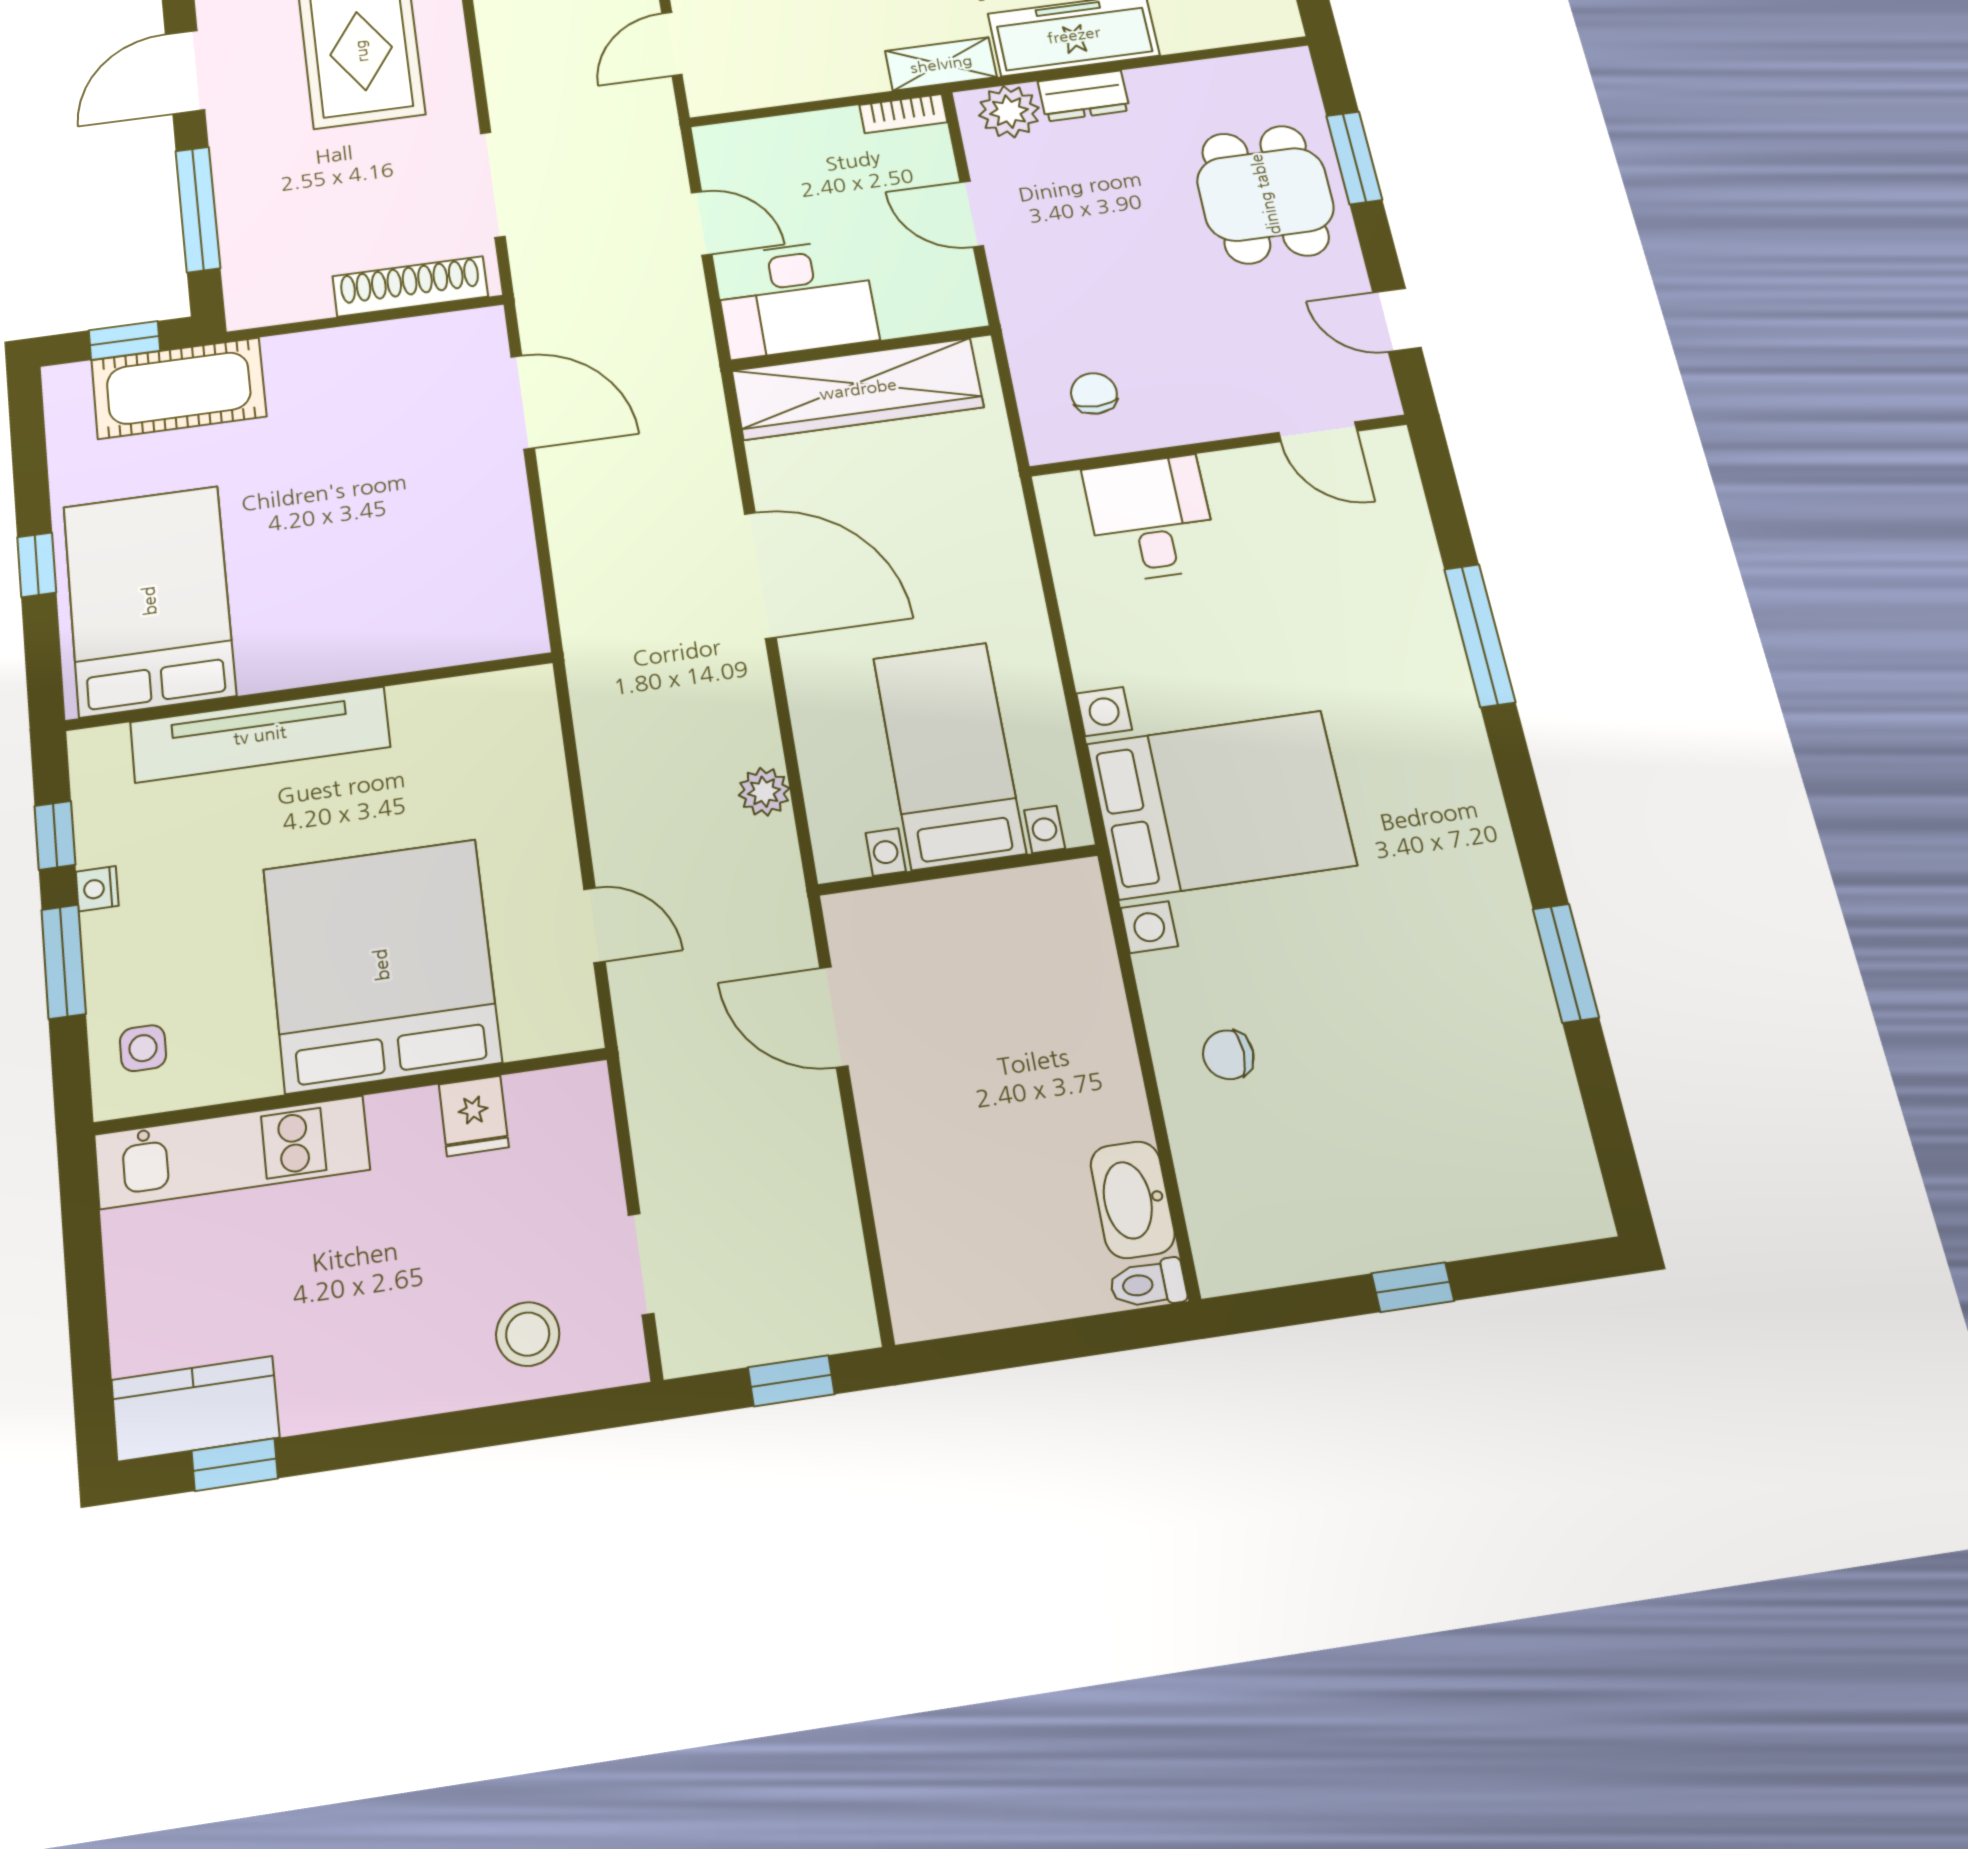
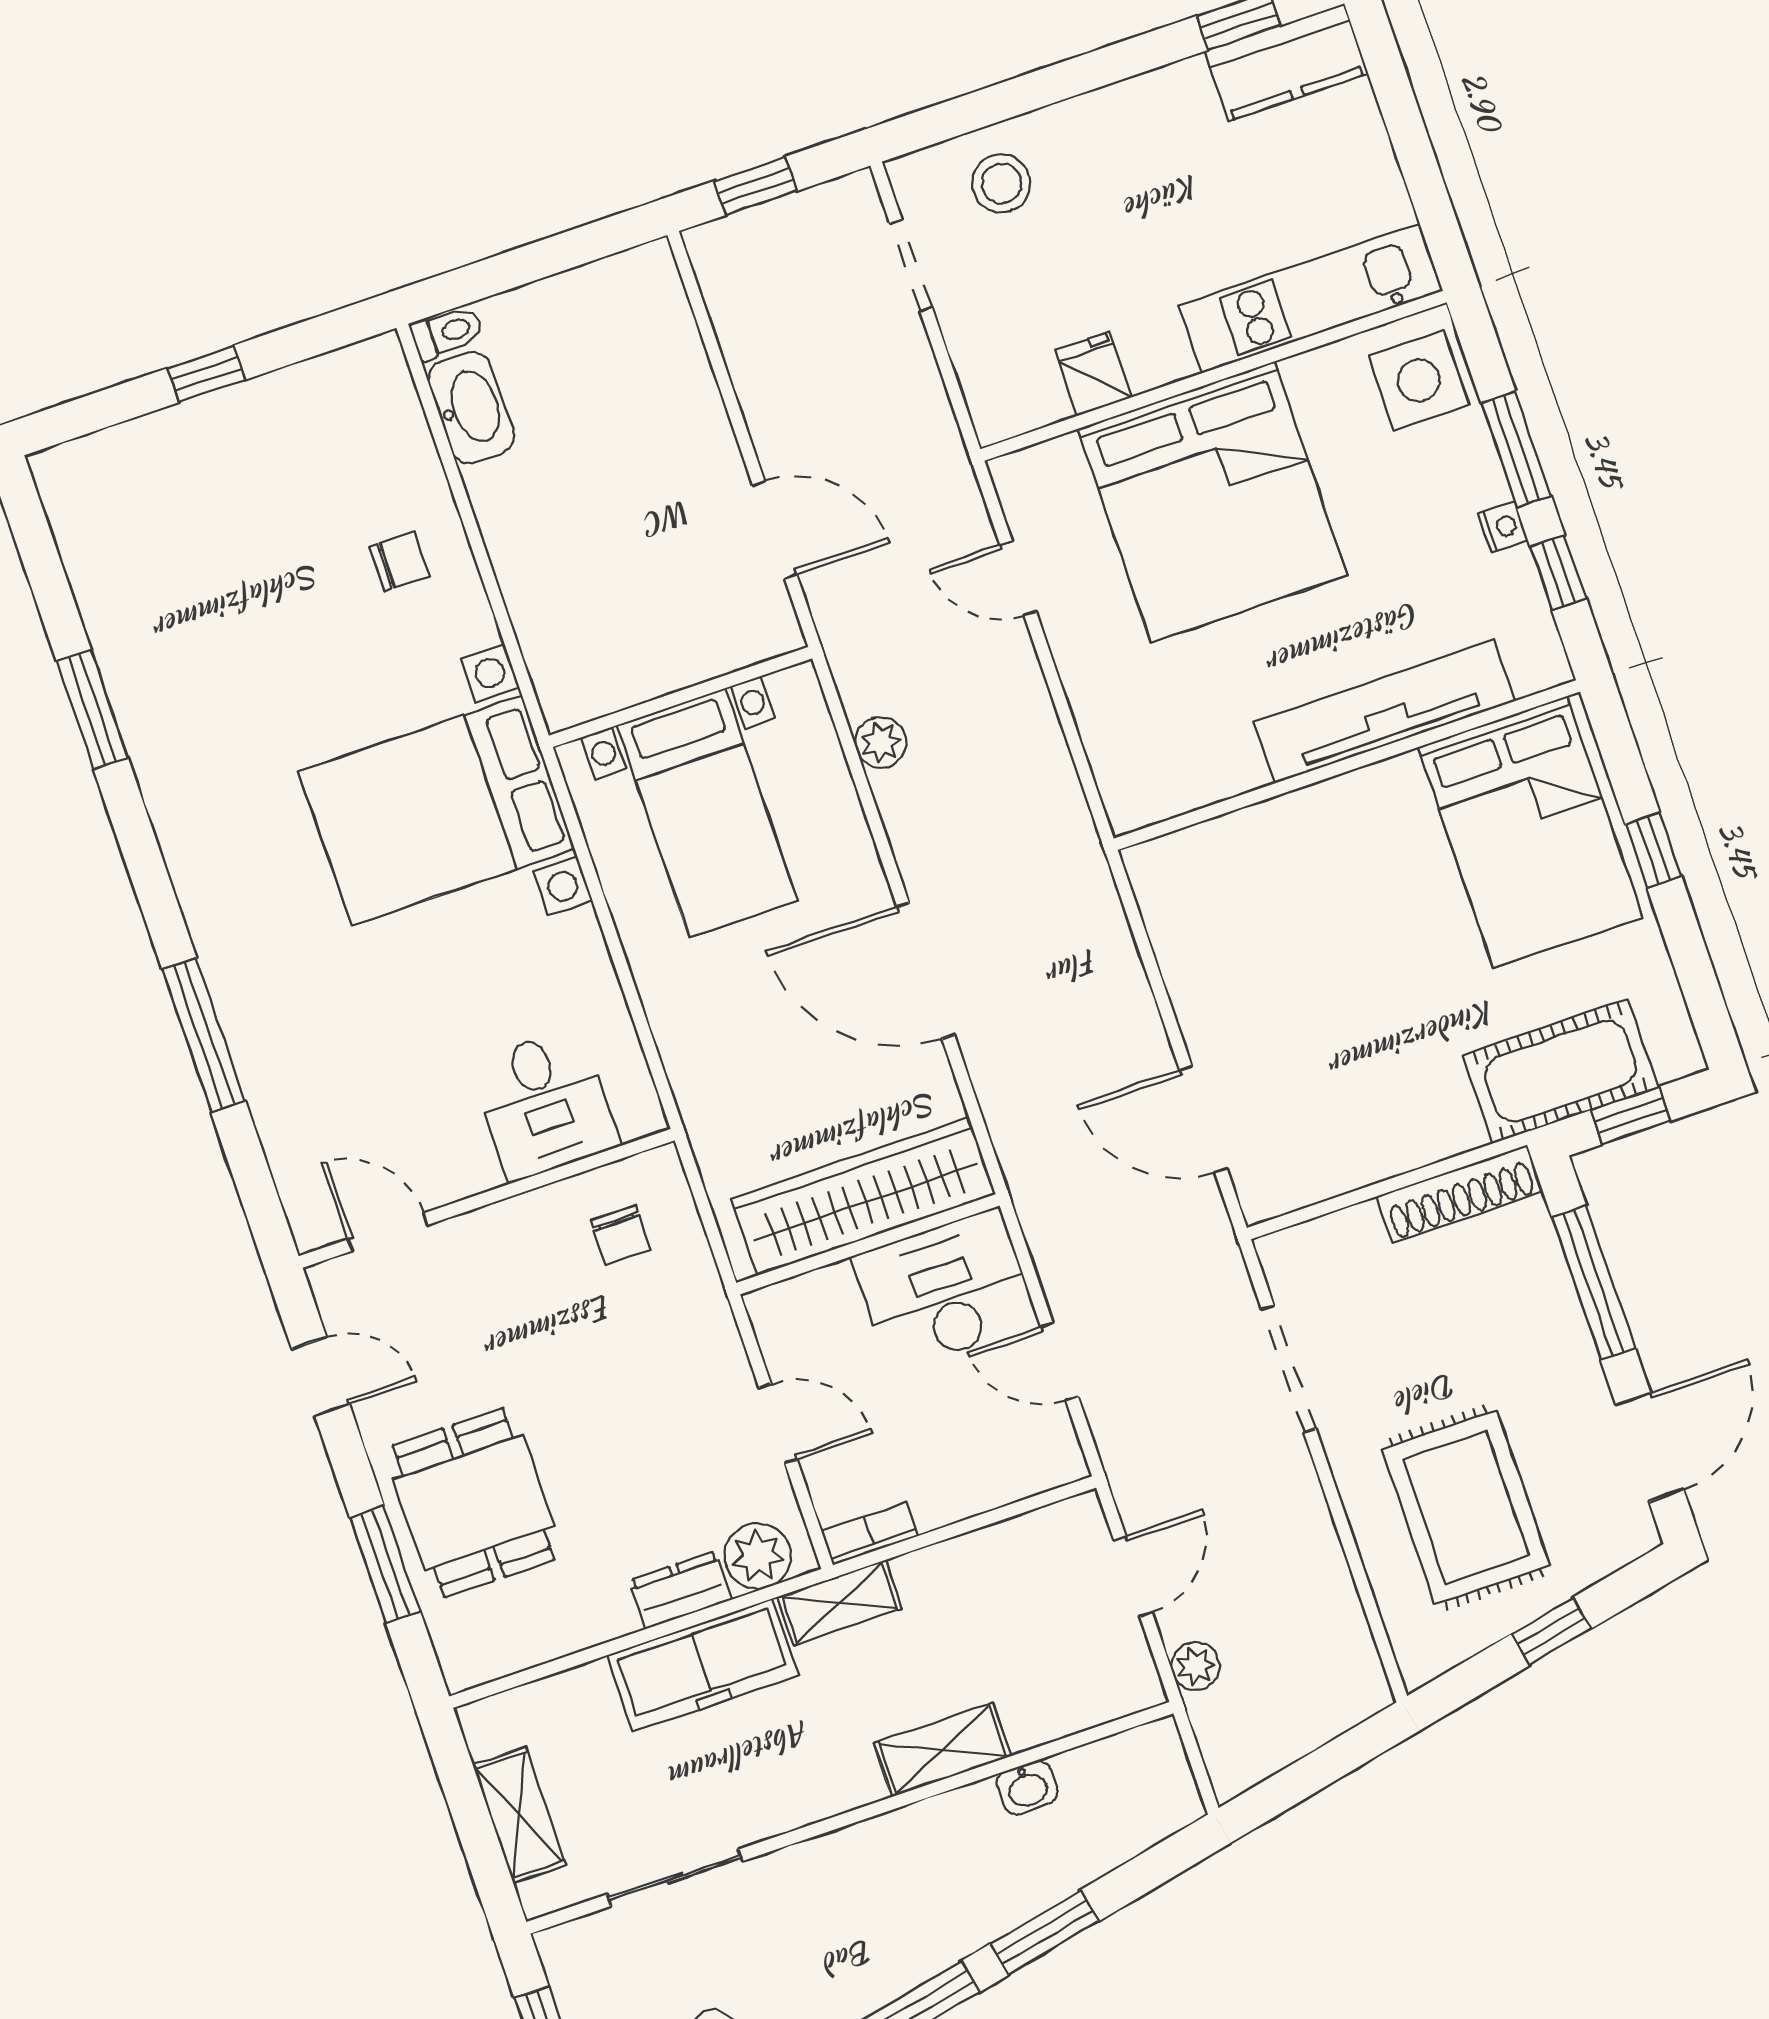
shoe rack: (410, 286) -> (1459, 1194), moved
side table: (143, 1048) -> (1419, 380), width x1.87, depth x1.87

